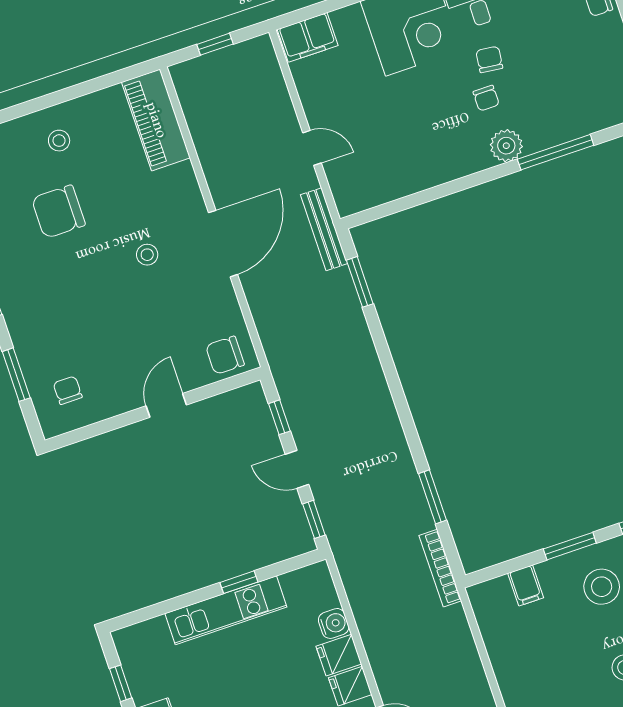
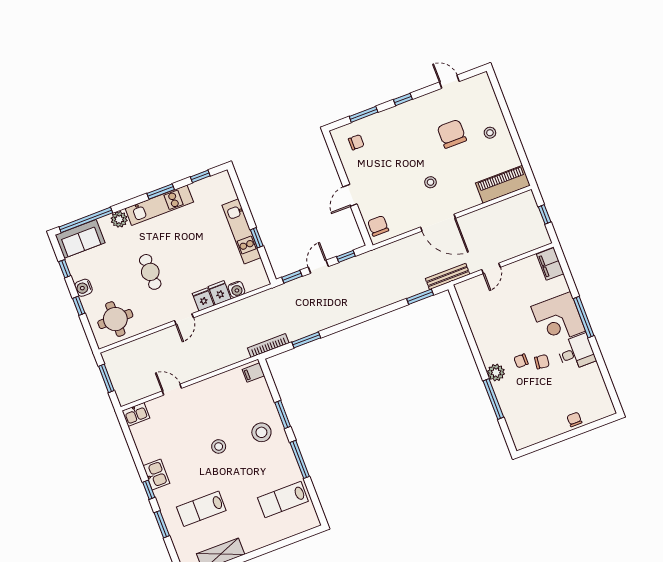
door: (166, 405) -> (350, 195), swing flipped
filing cabinet: (526, 585) -> (253, 373), moved

